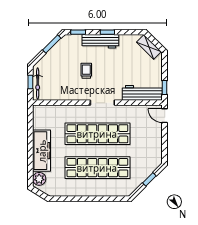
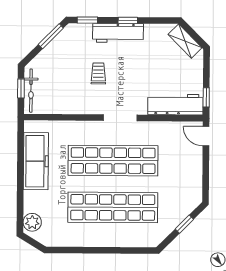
freezer: (42, 151) -> (36, 161), moved

